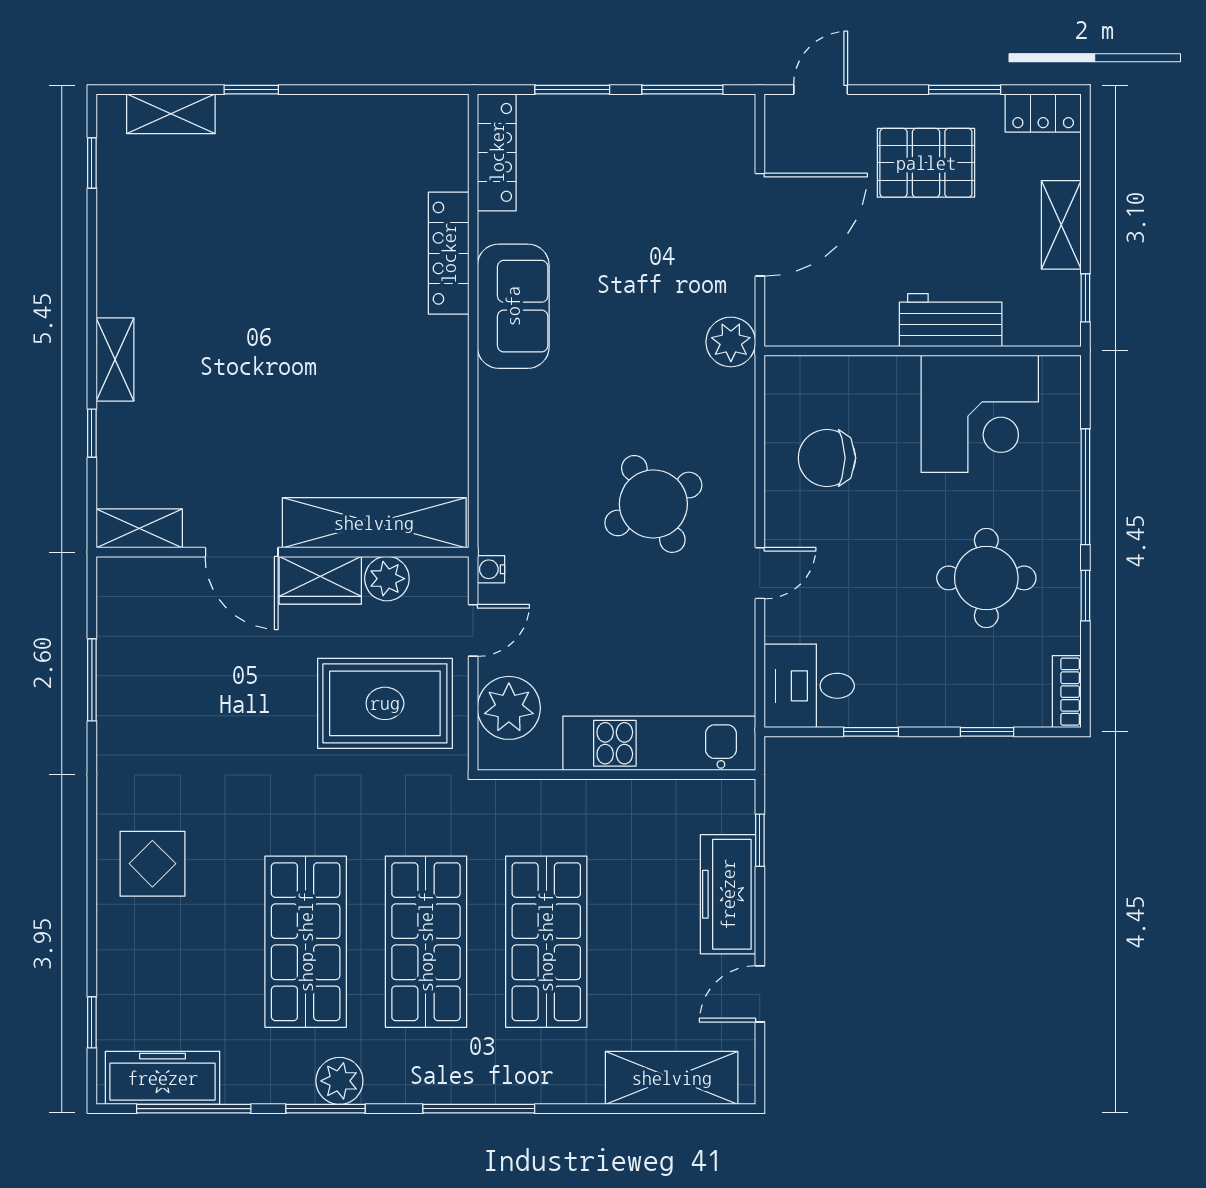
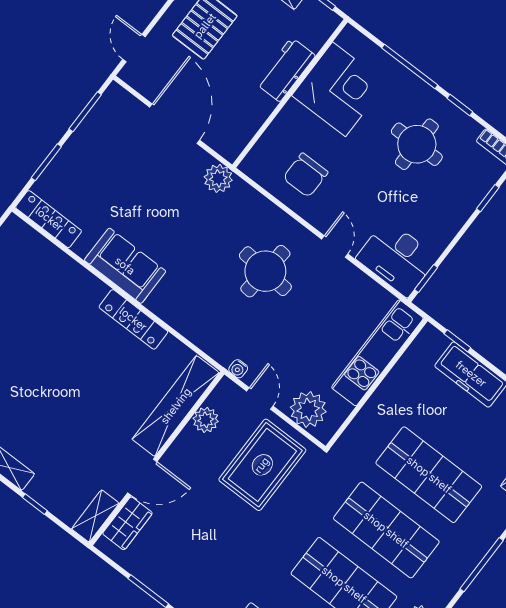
locker: (449, 253) -> (133, 319), moved
round table: (653, 504) -> (265, 271), turned 33
wardrobe: (320, 580) -> (127, 523), moved
desk: (809, 686) -> (397, 258), width x1.37
window: (871, 732) -> (426, 279), moved

